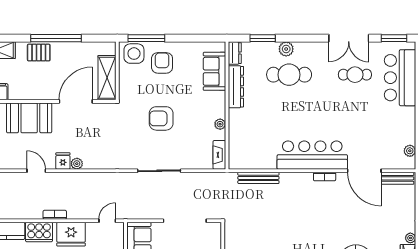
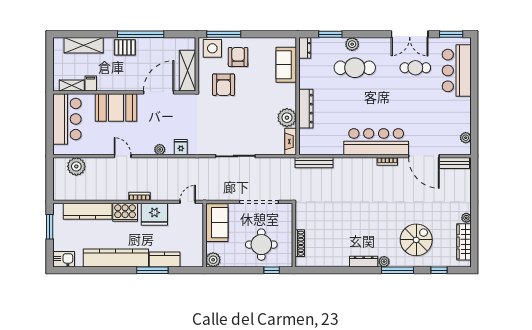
dresser: (236, 87) -> (306, 109), moved
armchair: (161, 118) -> (224, 85), moved, turned -90
plant: (220, 124) -> (287, 118), width x1.88, depth x1.88
fridge: (63, 161) -> (181, 147), moved
bench: (258, 178) -> (314, 163), moved

